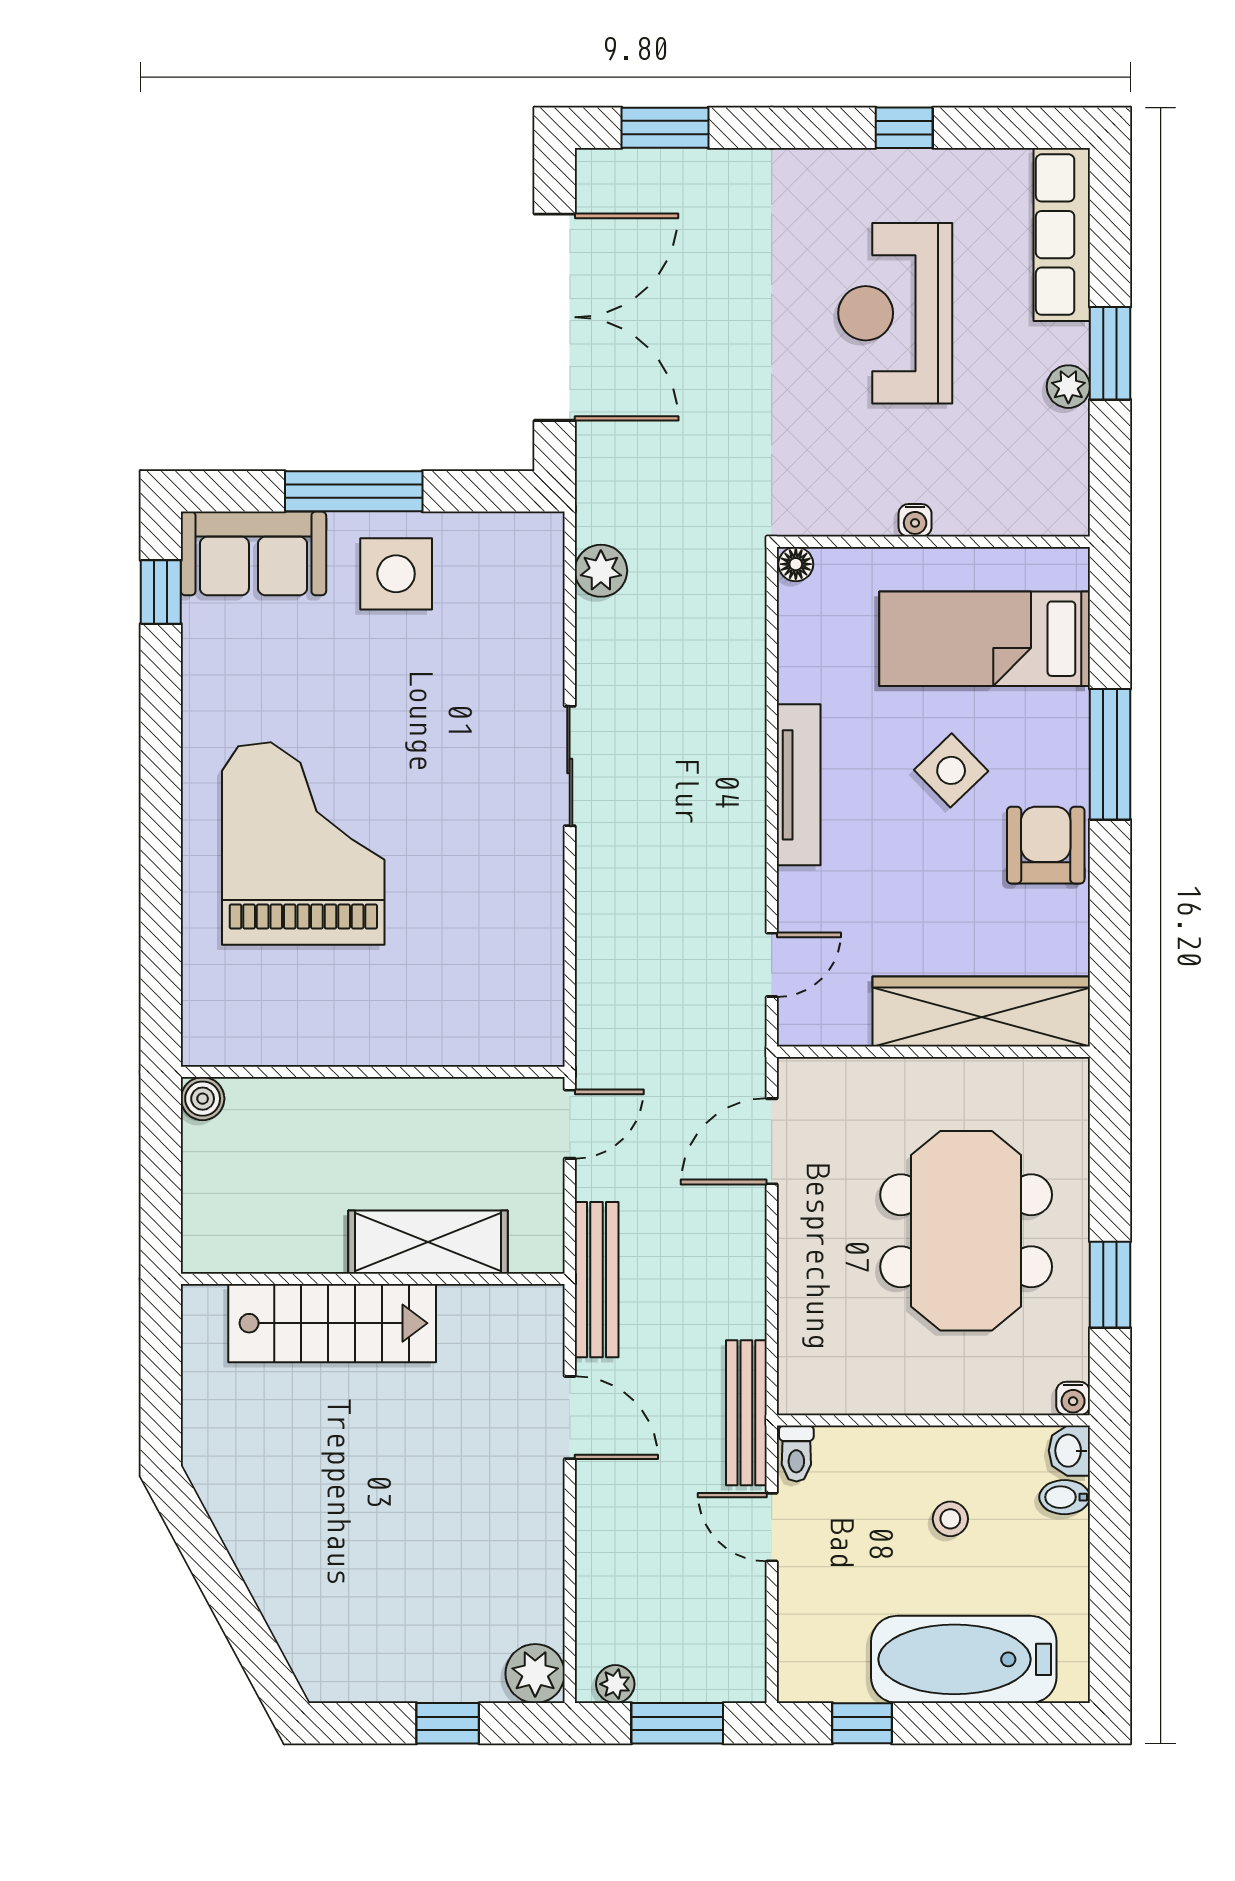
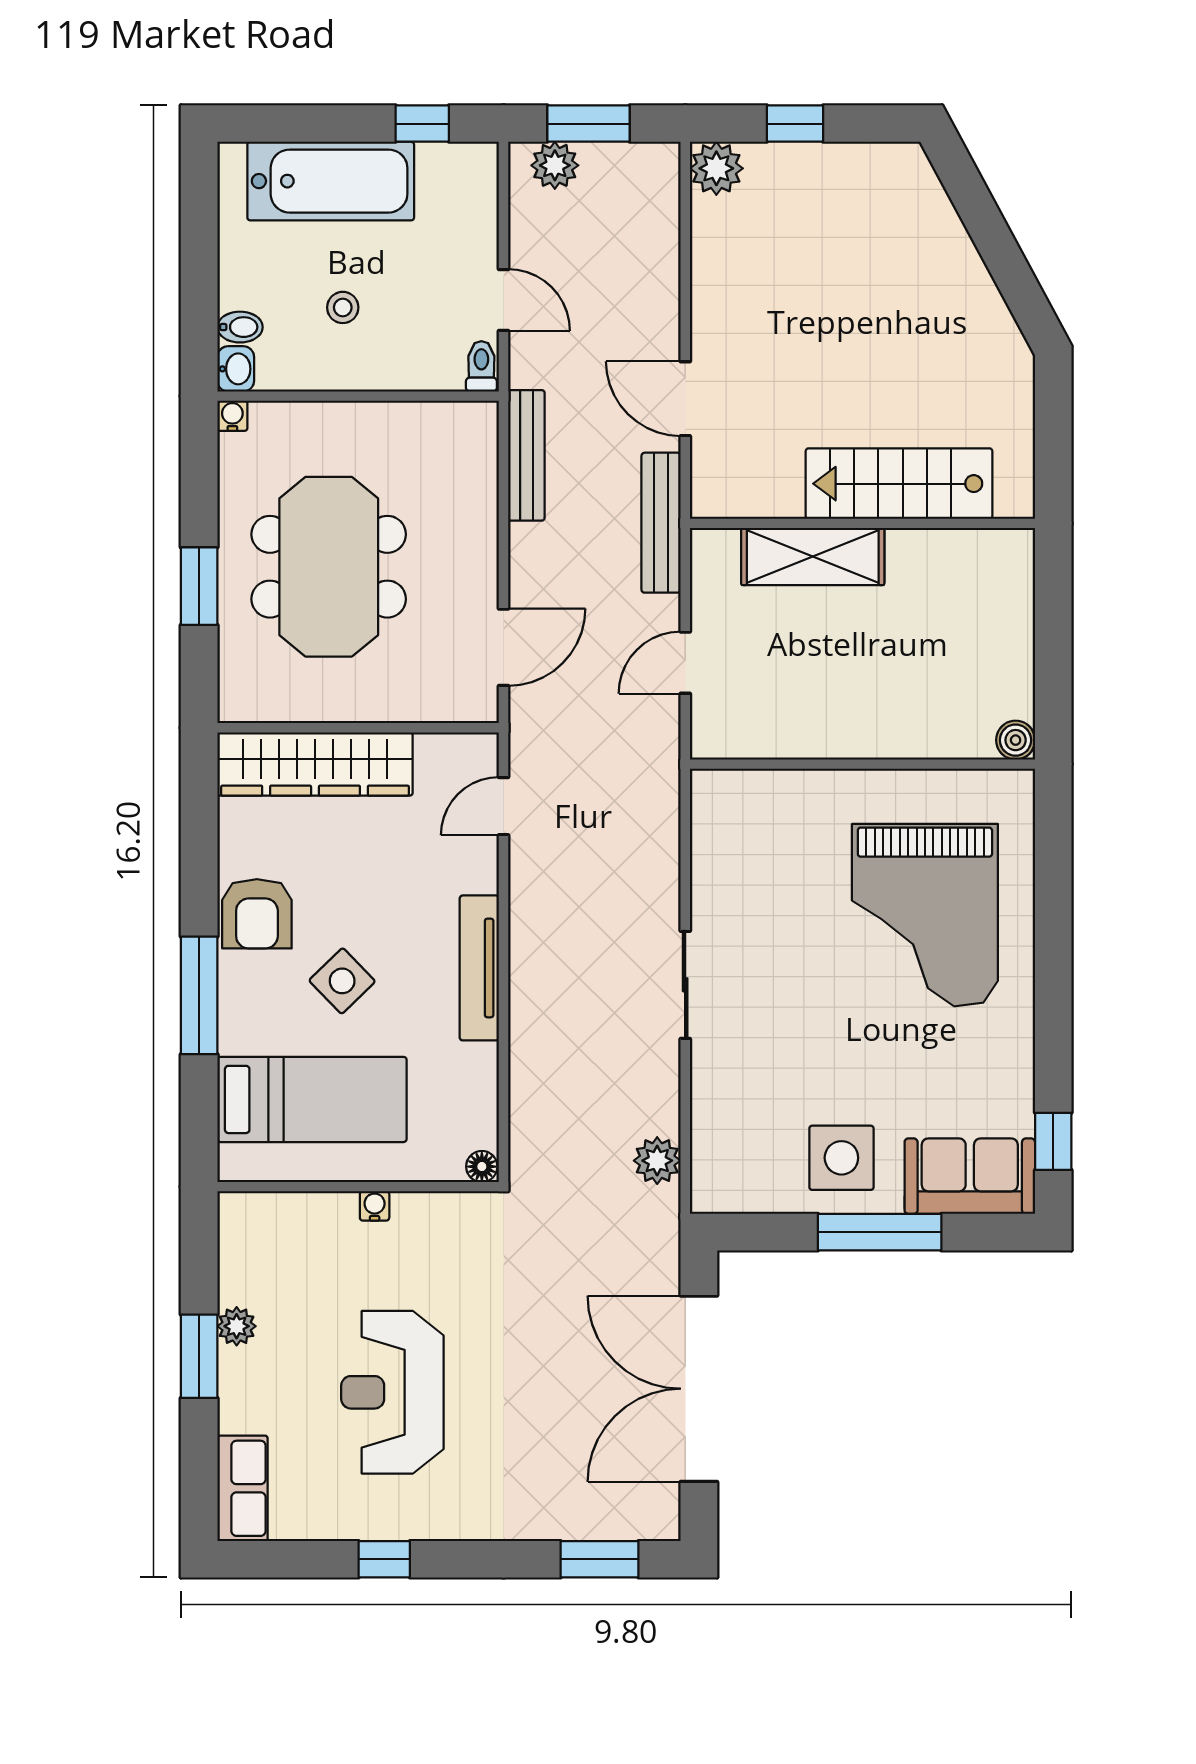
row of seats: (1062, 235) -> (243, 1488), width x0.68
reception desk: (895, 313) -> (392, 1392), turned 180
wall: (373, 1072) -> (862, 764), moved
boiler: (203, 1099) -> (1016, 740), moved
window: (1110, 1285) -> (199, 586), moved
bench: (746, 1413) -> (526, 455), moved
plant: (615, 1684) -> (555, 165), moved, width x1.38, depth x1.38

